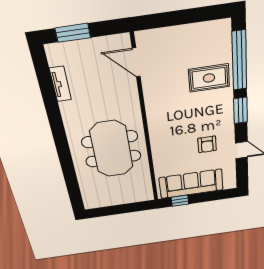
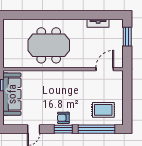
rug: (209, 78) -> (103, 110), moved, turned 90
armchair: (207, 144) -> (63, 118), moved

